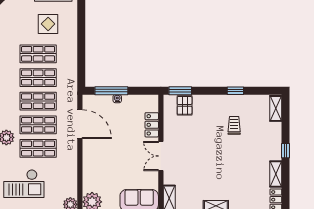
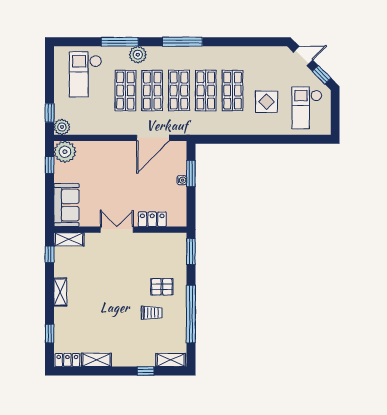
window: (111, 91) -> (191, 174), width x0.69
window: (235, 91) -> (191, 314), width x3.17
pallet: (185, 105) -> (162, 287), moved
window: (286, 151) -> (146, 371), moved

